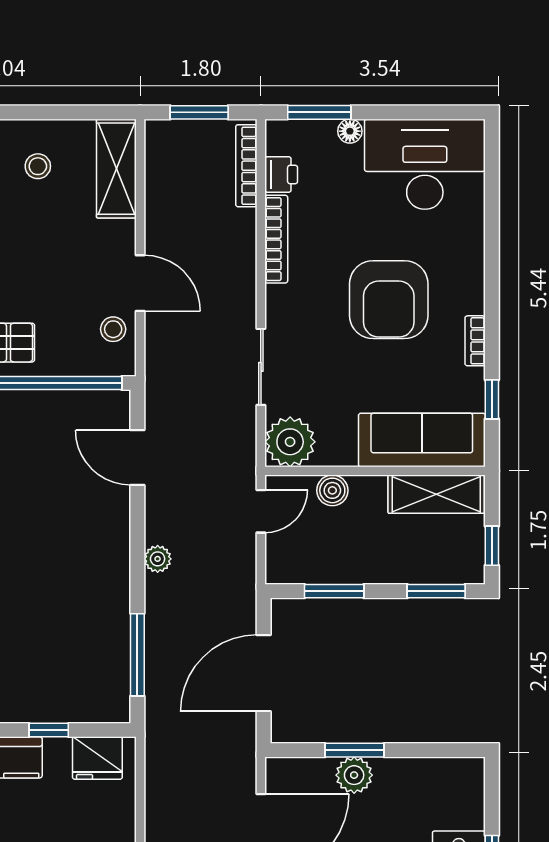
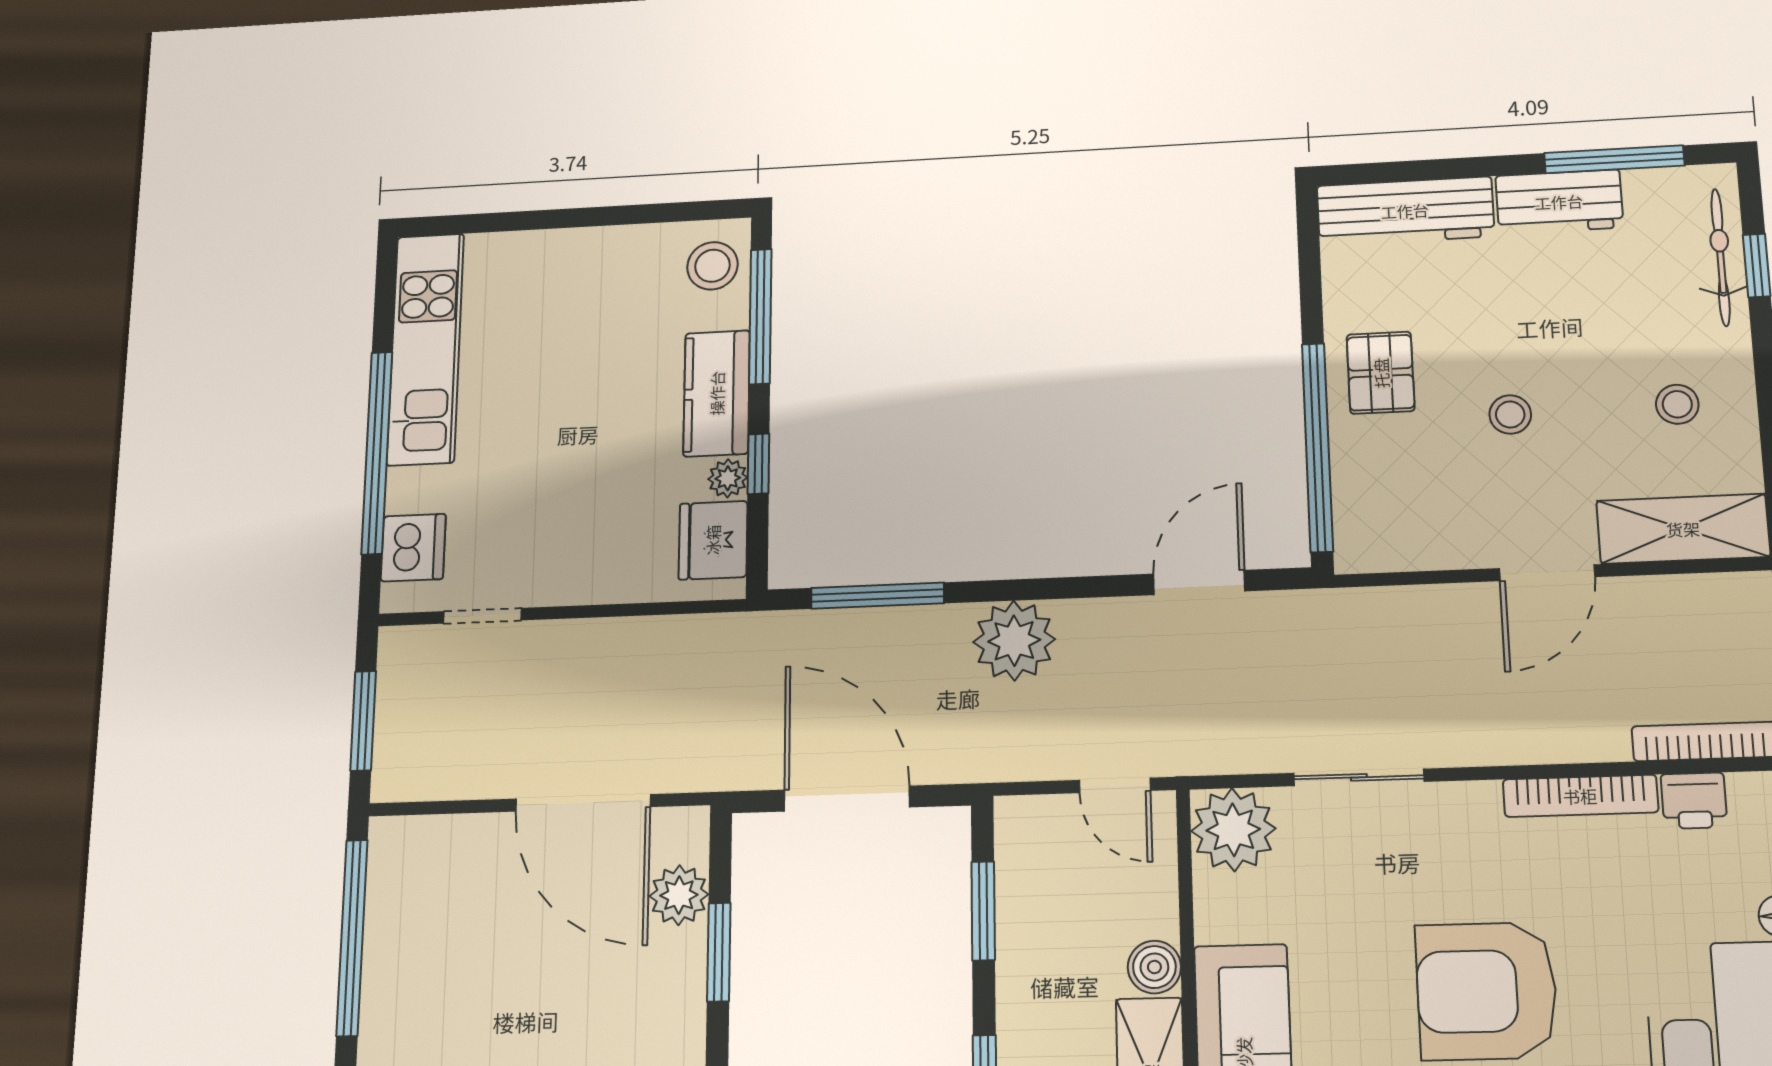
door: (140, 283) -> (1547, 573), moved
stool: (113, 329) -> (1510, 414), moved
boiler: (332, 490) -> (1154, 967), moved
plant: (158, 559) -> (1014, 641), width x1.88, depth x1.88
plant: (57, 749) -> (728, 478), added
plant: (354, 775) -> (679, 895), moved

